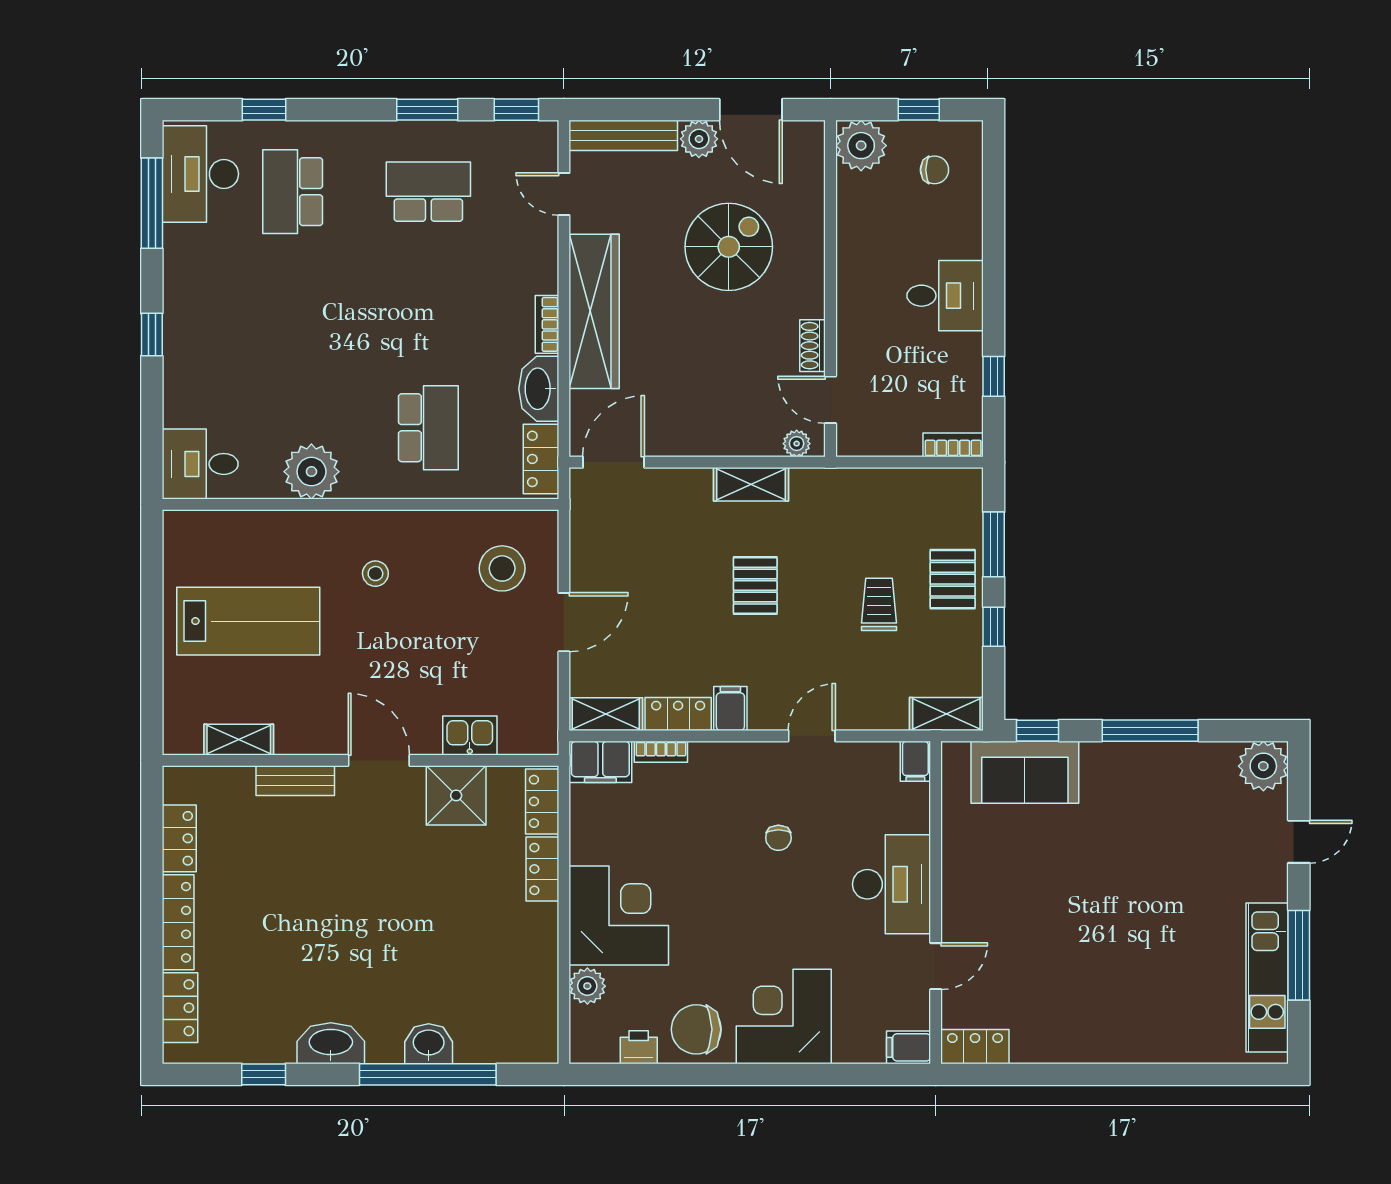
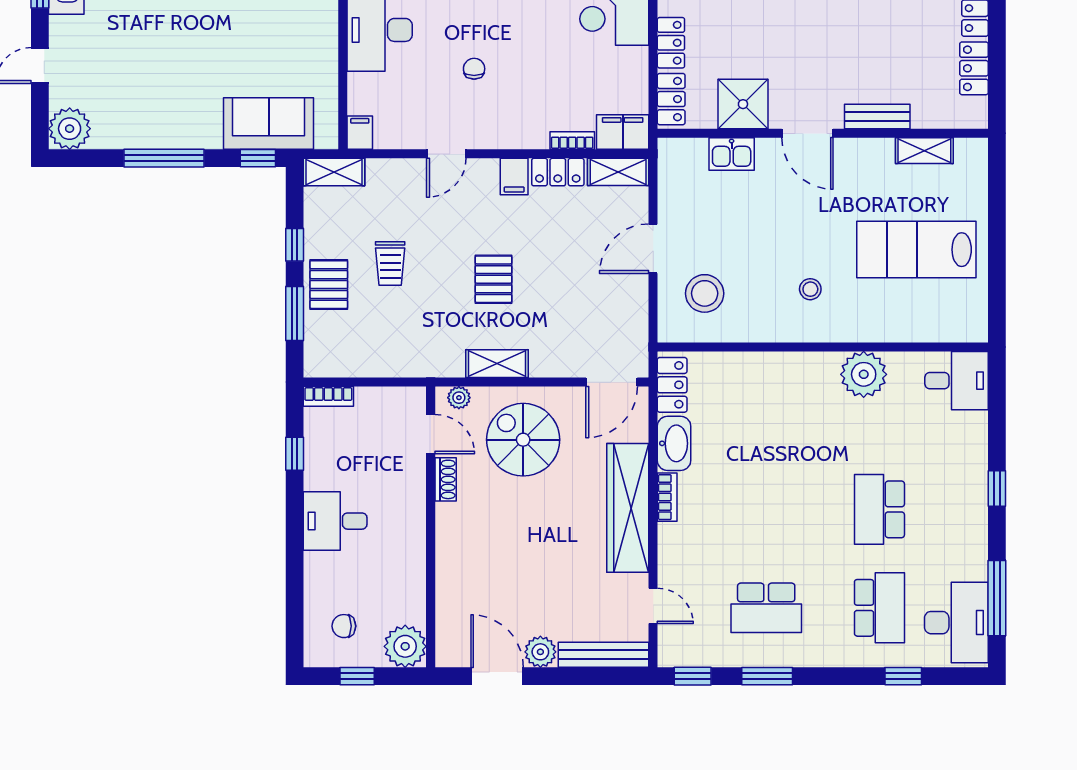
spiral stairs: (729, 247) -> (523, 440), moved, turned 90
school desk: (428, 428) -> (879, 509), moved

